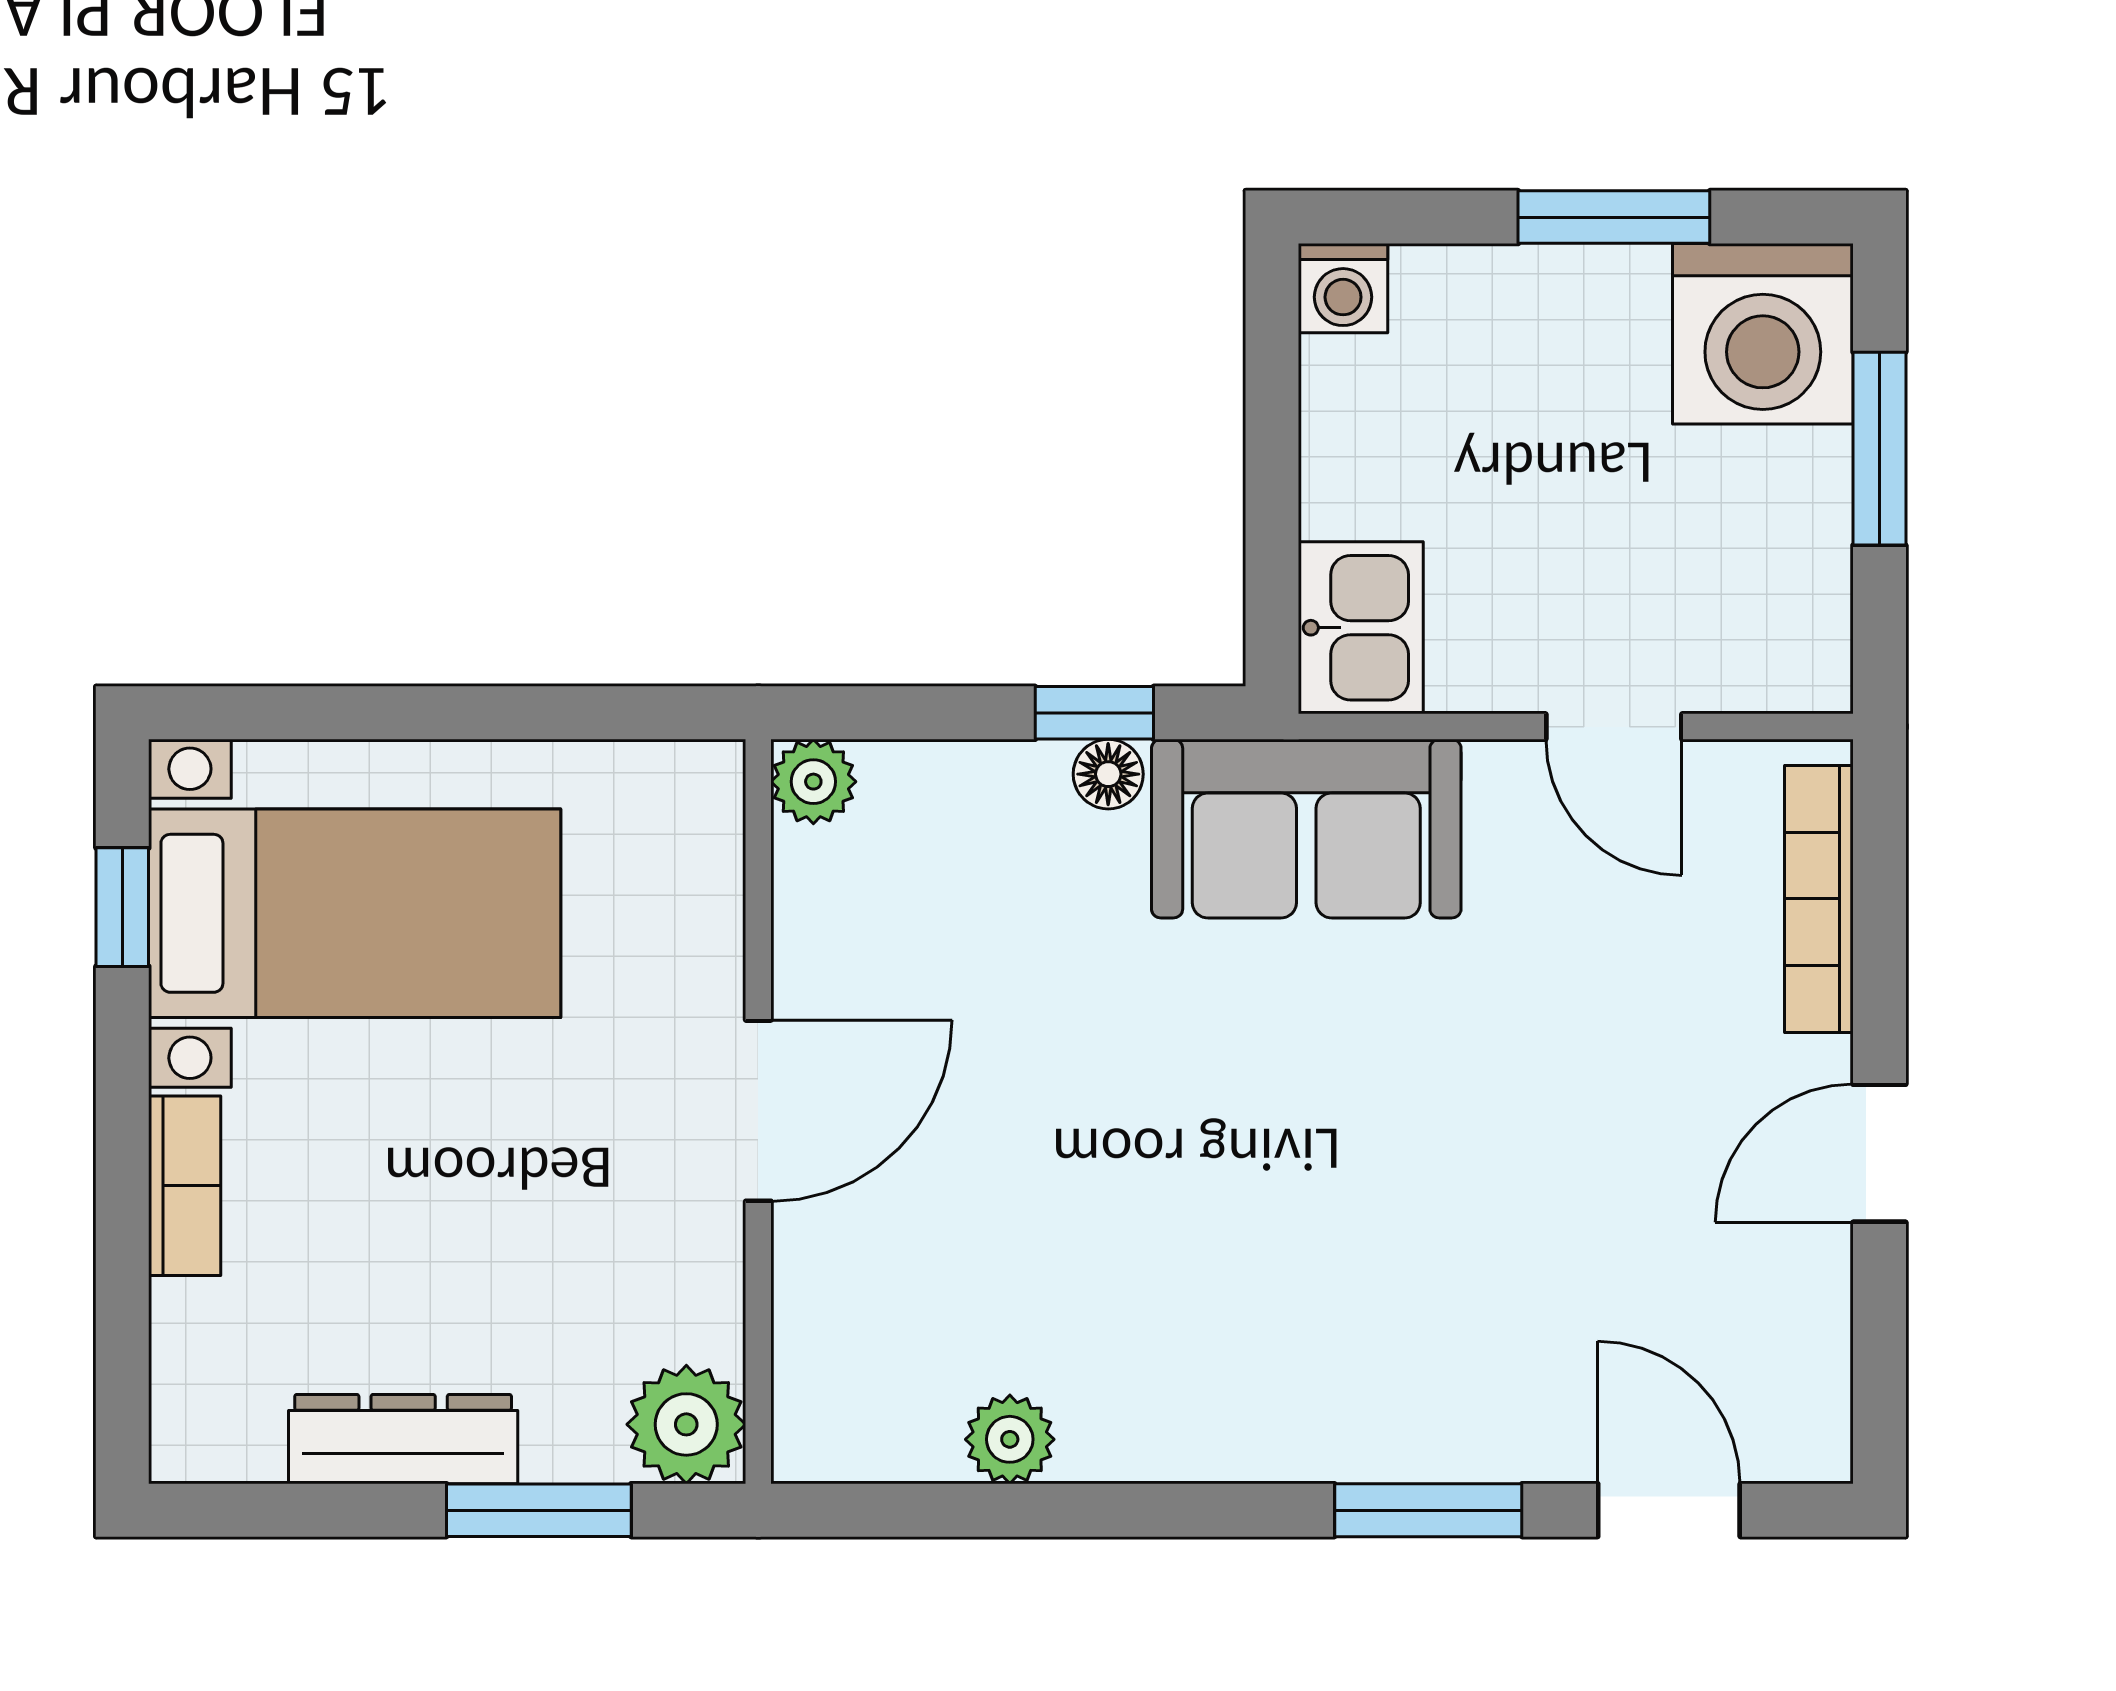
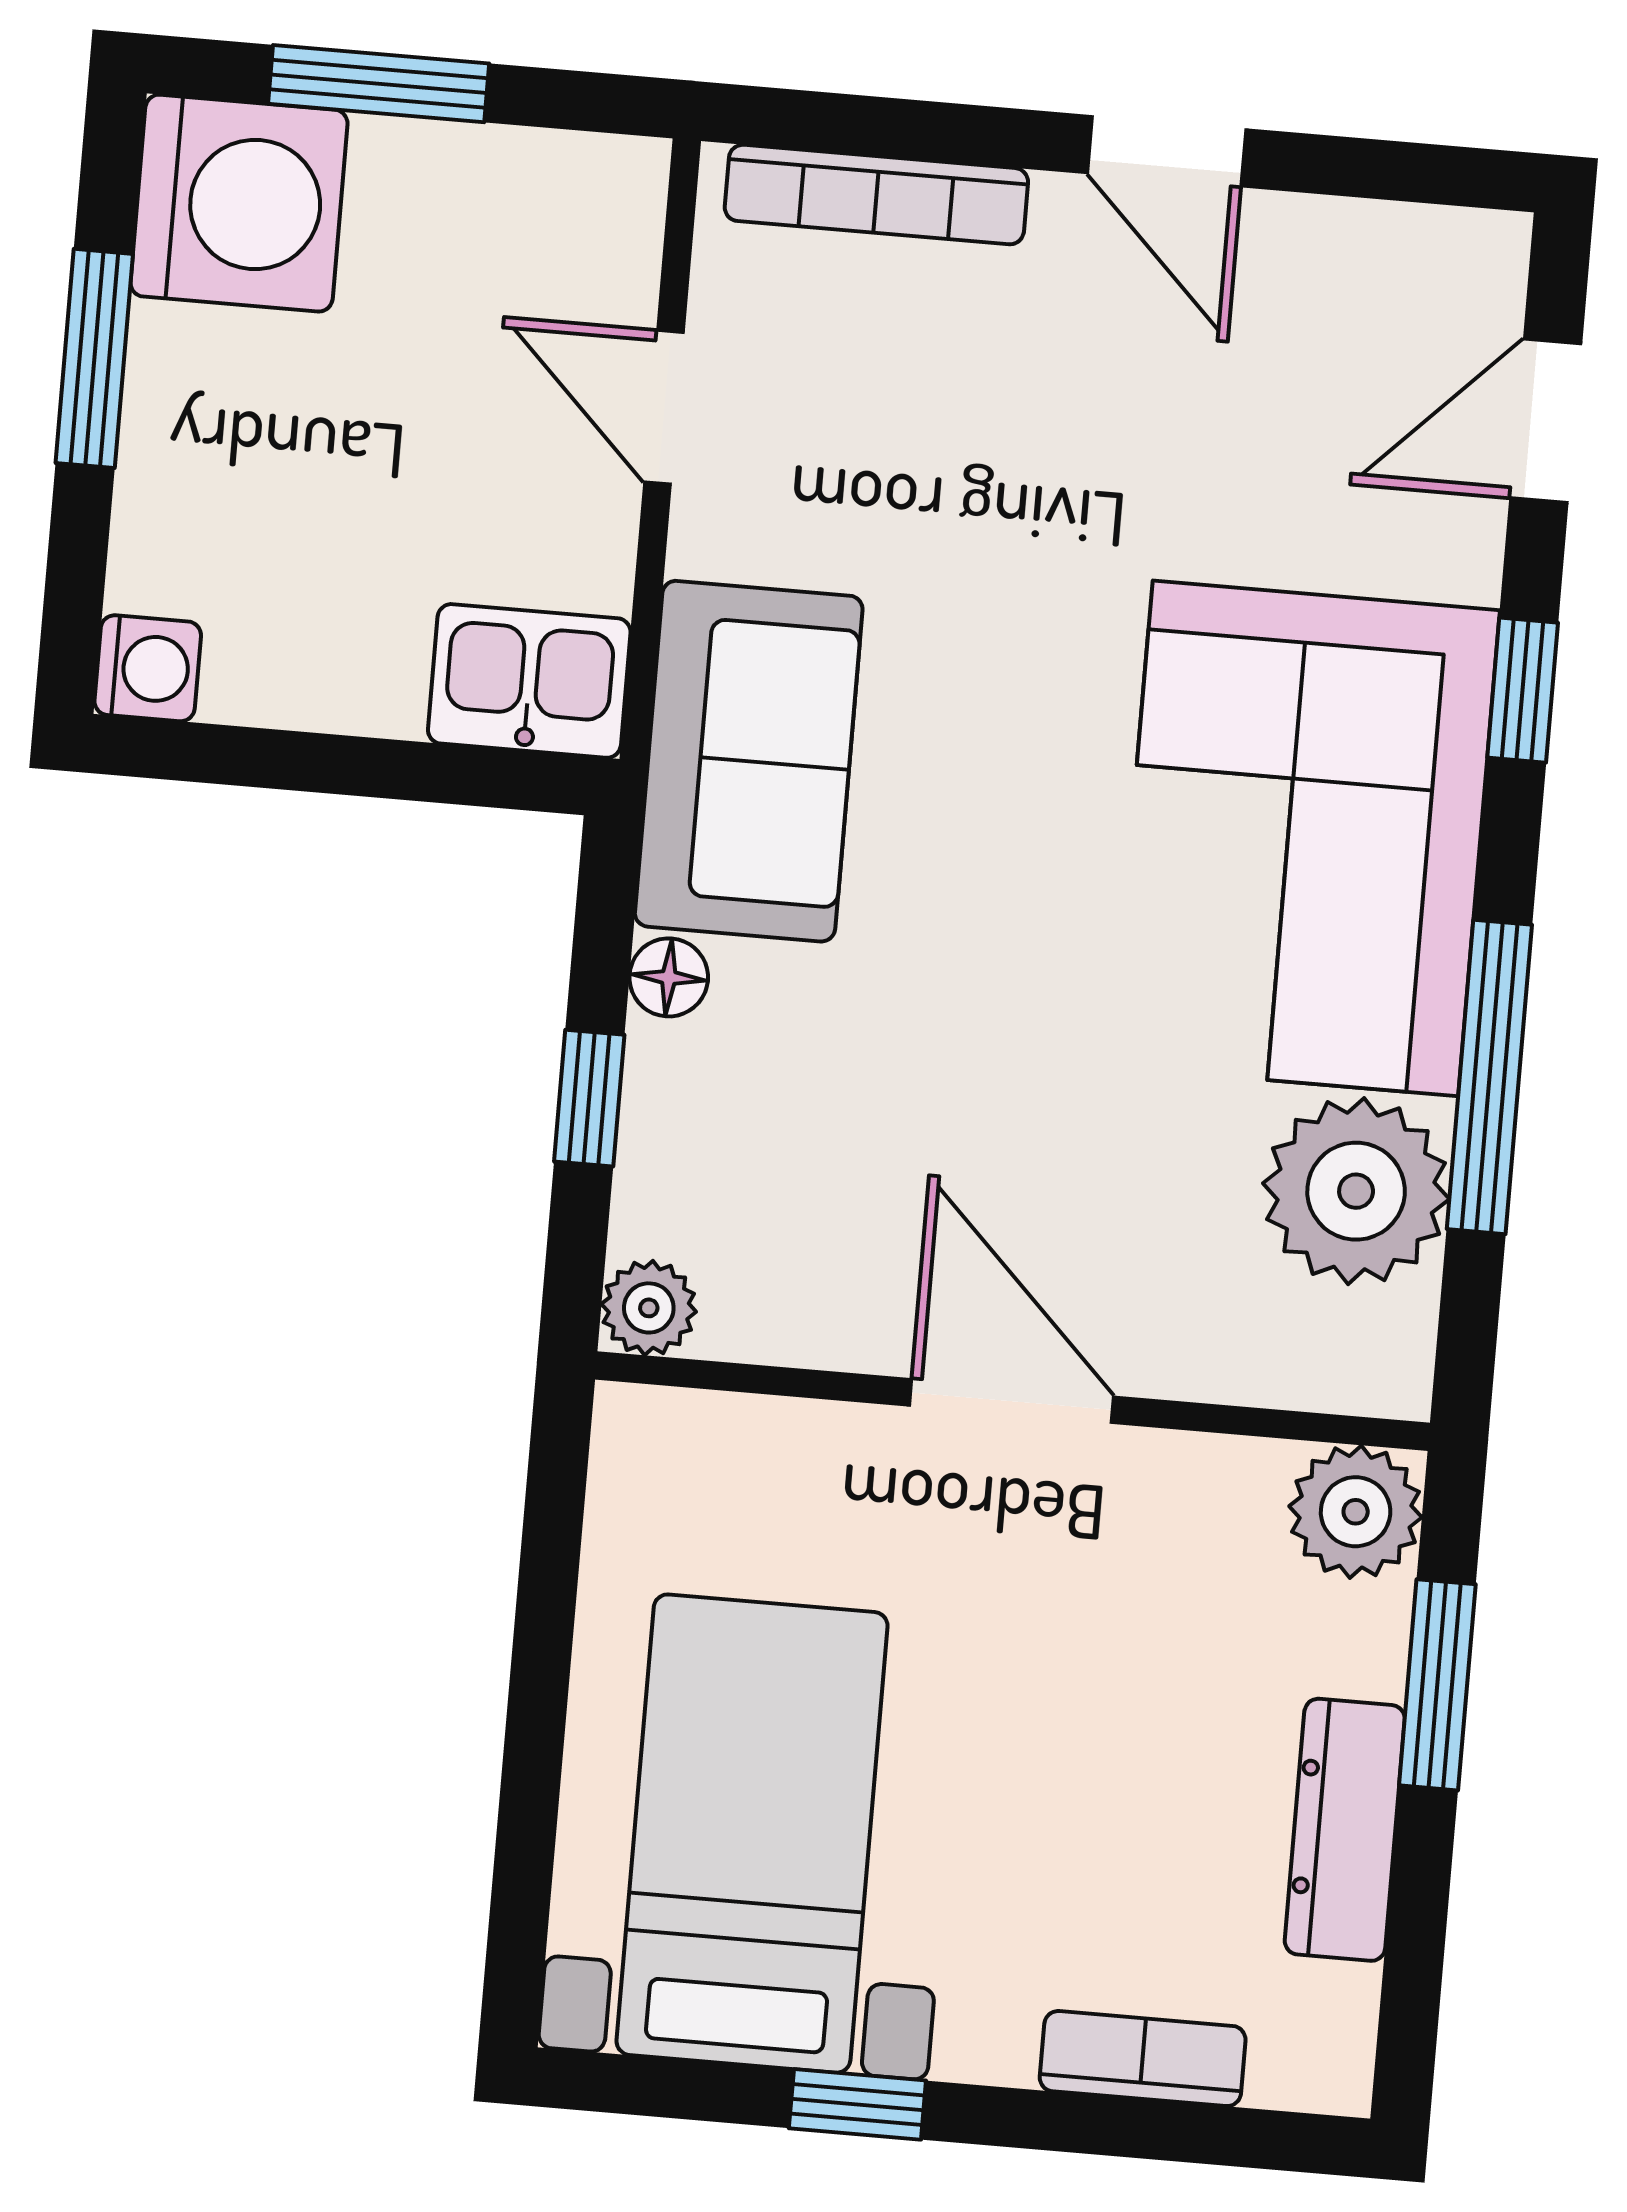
window: (1094, 713) -> (589, 1098), moved
door: (1614, 727) -> (664, 407), swing flipped
window: (122, 907) -> (857, 2104), moved
bookcase: (185, 1186) -> (1143, 2059), moved
corner sofa: (1280, 1329) -> (1305, 838), added
plant: (1010, 1439) -> (1356, 1191), width x1.88, depth x1.88
window: (1082, 1510) -> (1489, 1077), added
window: (1428, 1510) -> (1523, 690), width x0.67

